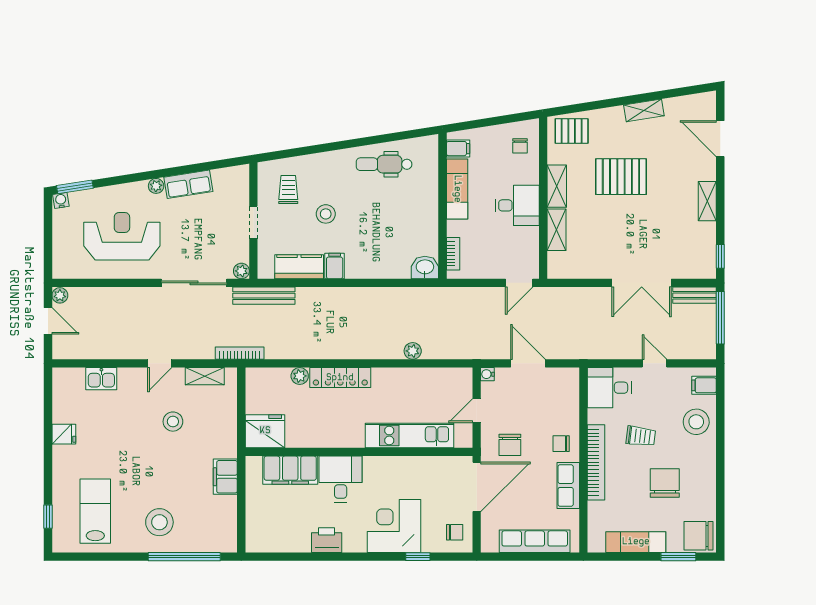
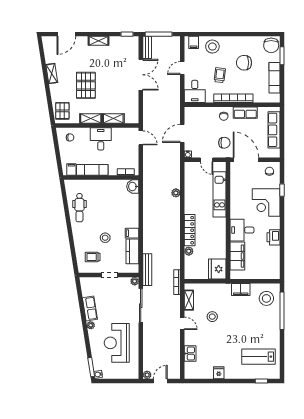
stool: (159, 522) -> (266, 298), moved

